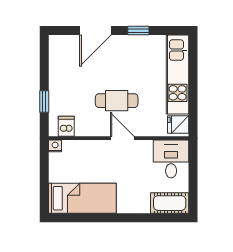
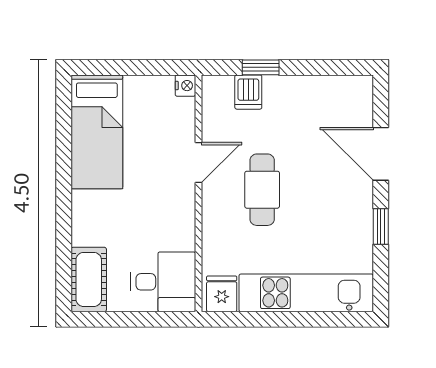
dishwasher: (66, 126) -> (248, 92), moved, turned 90
door: (122, 138) -> (199, 162), moved

